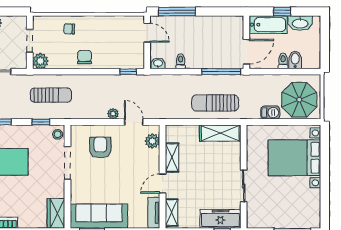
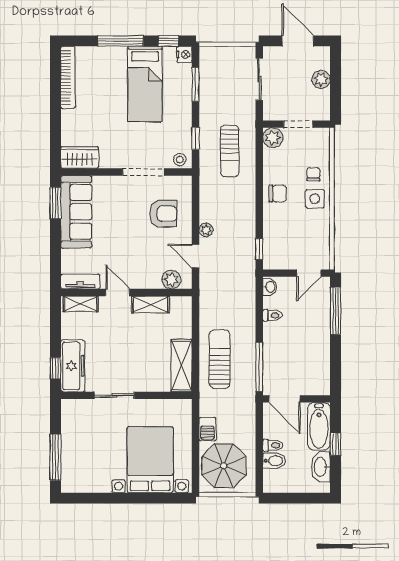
side table: (88, 28) -> (315, 199), added
door: (134, 122) -> (195, 256), swing flipped

